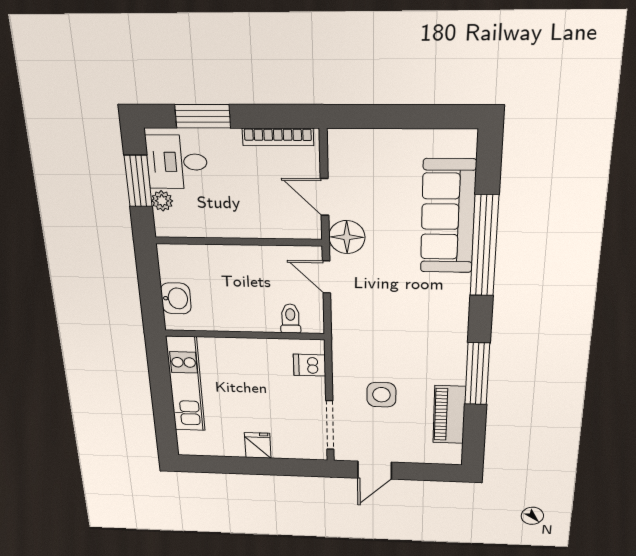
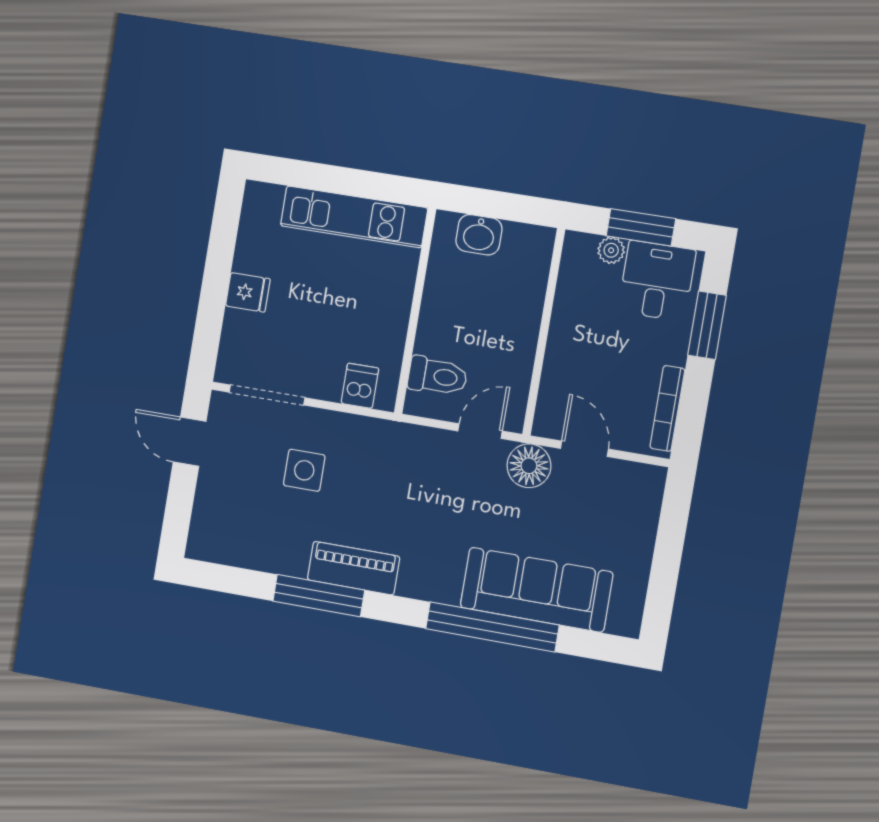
door: (325, 197) -> (584, 449), hinge flipped
toilet: (290, 319) -> (438, 376), width x1.37, depth x1.39
piano: (449, 415) -> (354, 568), moved

